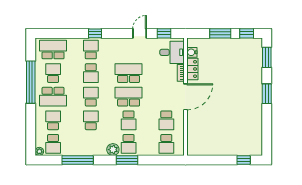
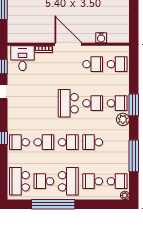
water cooler: (192, 52) -> (101, 38), moved
locker: (192, 69) -> (40, 37), removed
school desk: (129, 73) -> (44, 103), removed
school desk: (91, 97) -> (68, 142), turned 180

